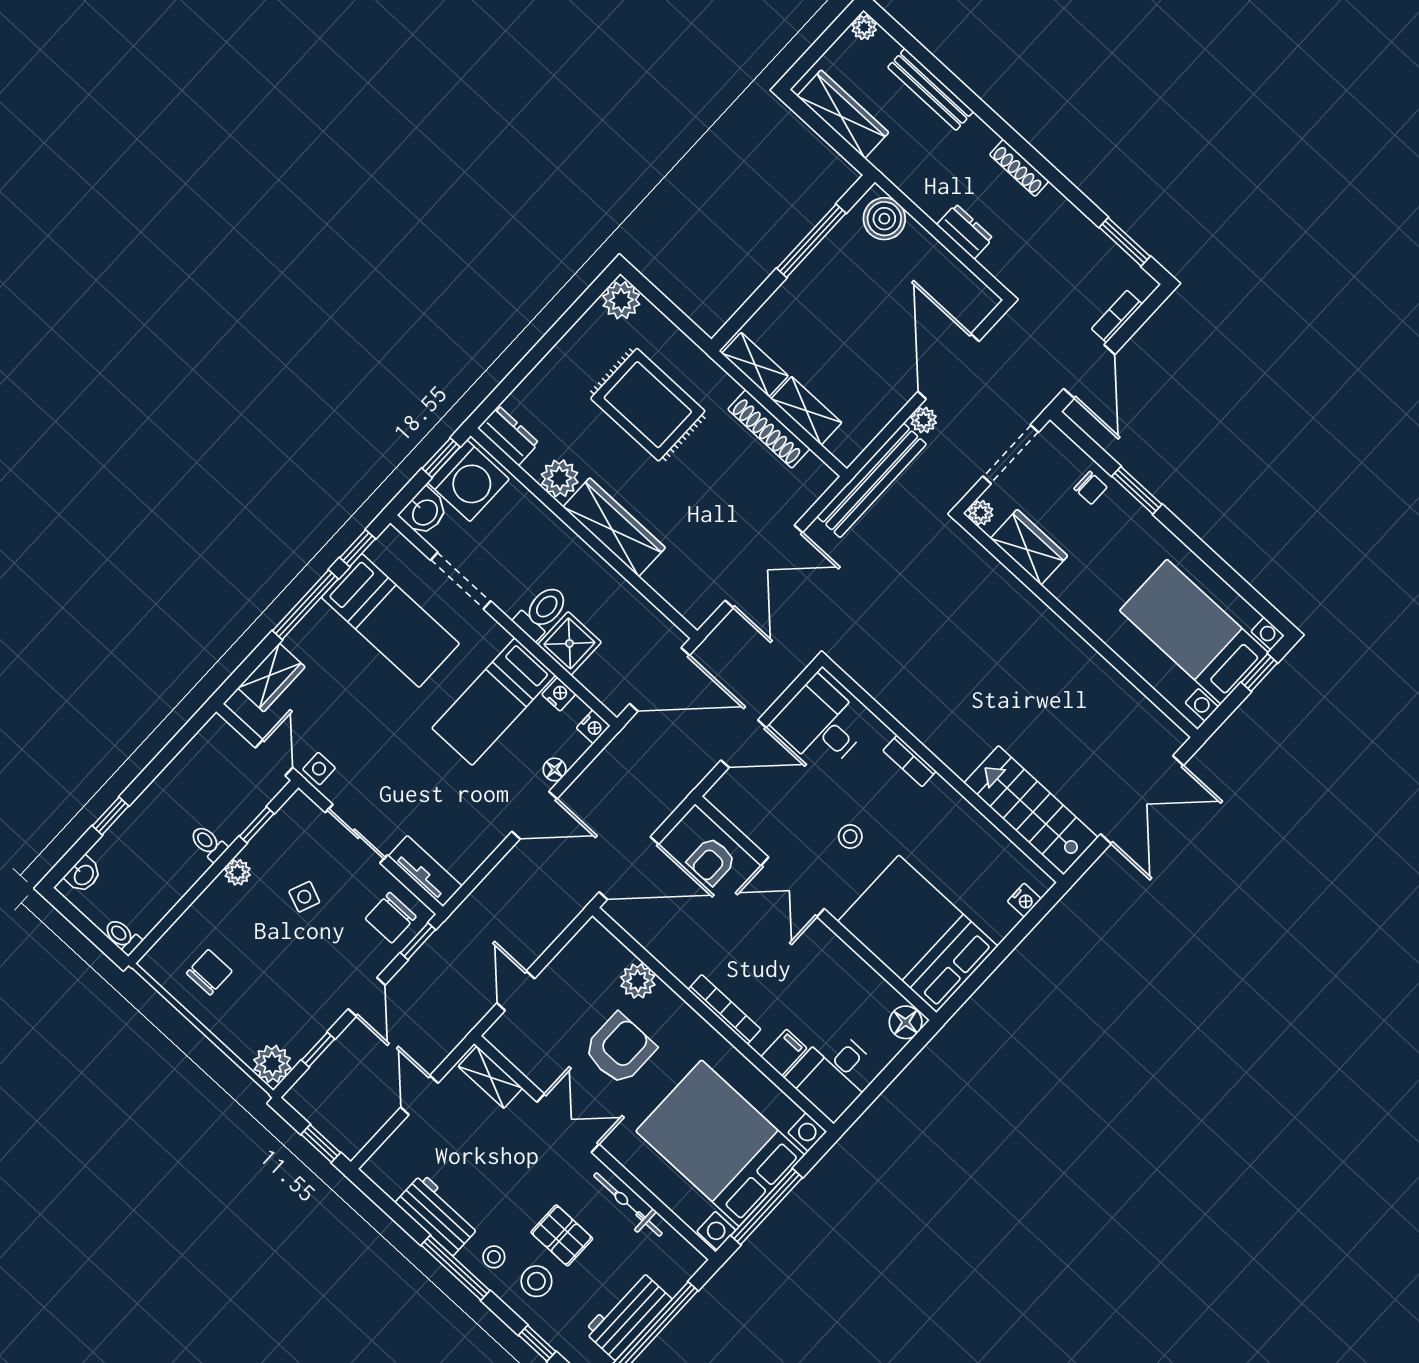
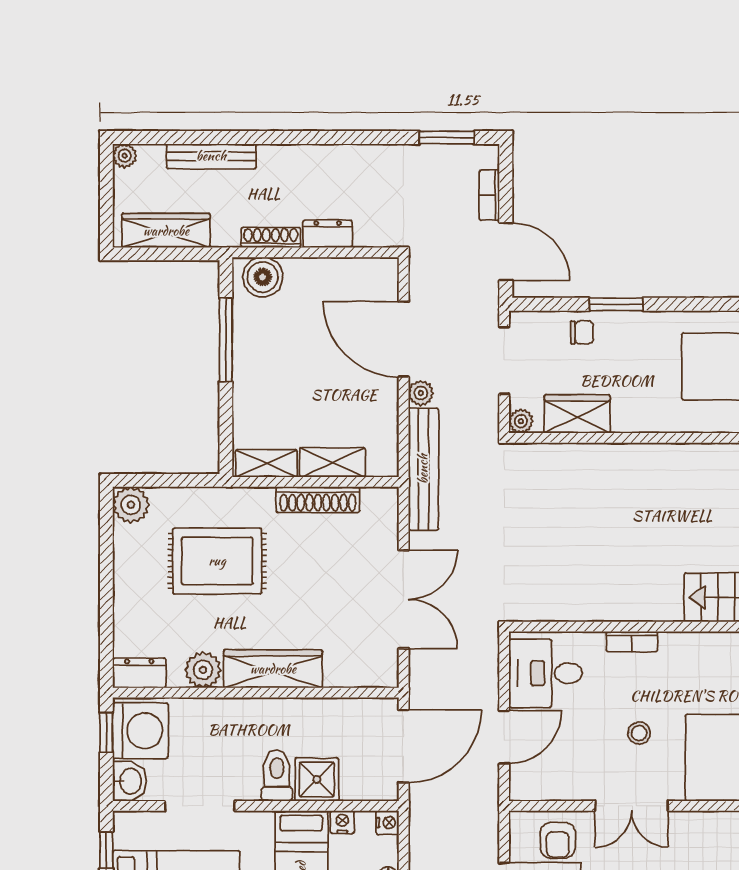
shoe rack: (1019, 168) -> (271, 237), moved, turned 180

